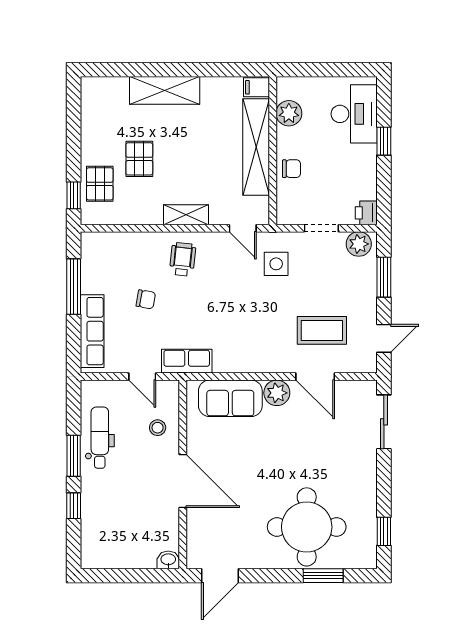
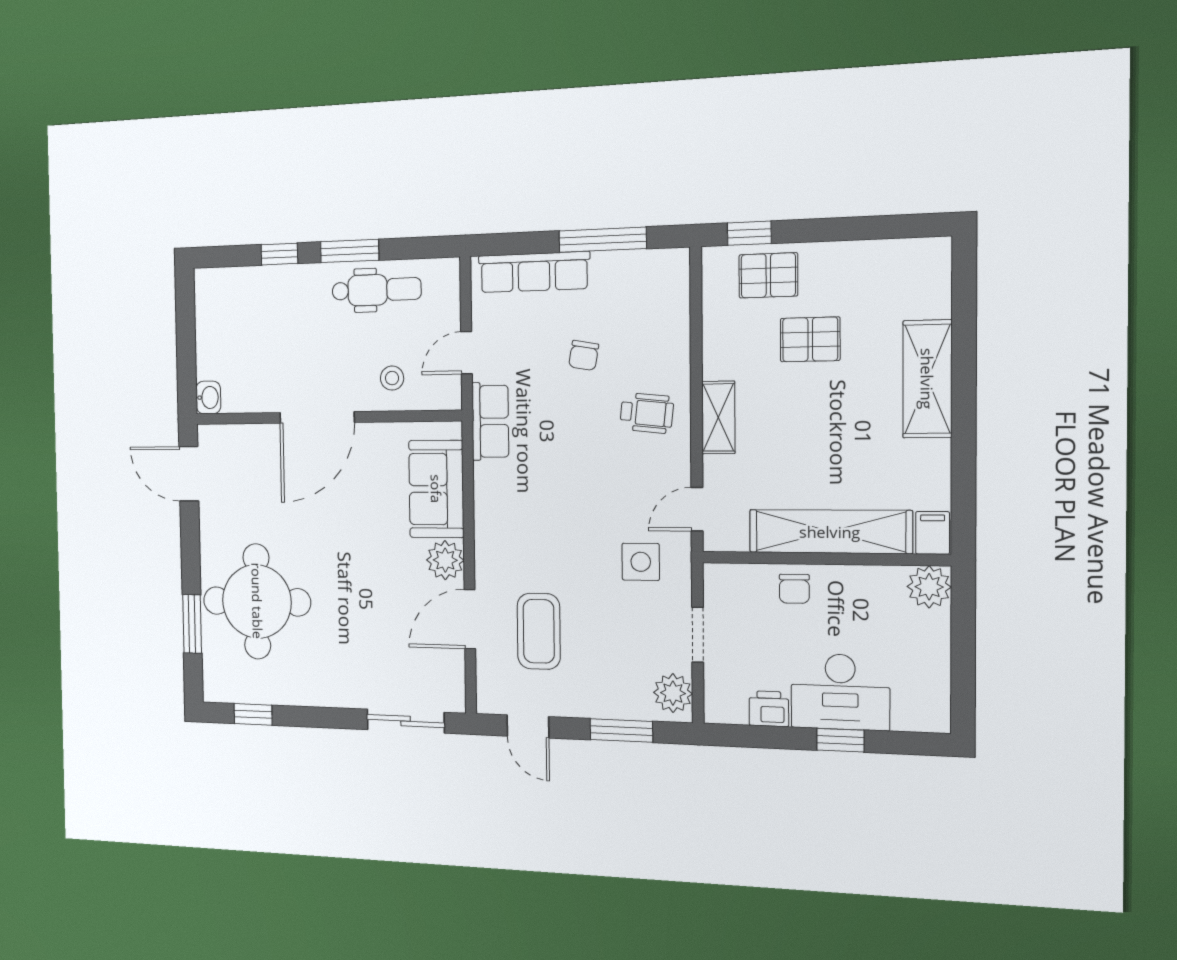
plant: (289, 113) -> (929, 587), moved
desk: (354, 114) -> (840, 692), moved
printer: (366, 213) -> (769, 709), moved

